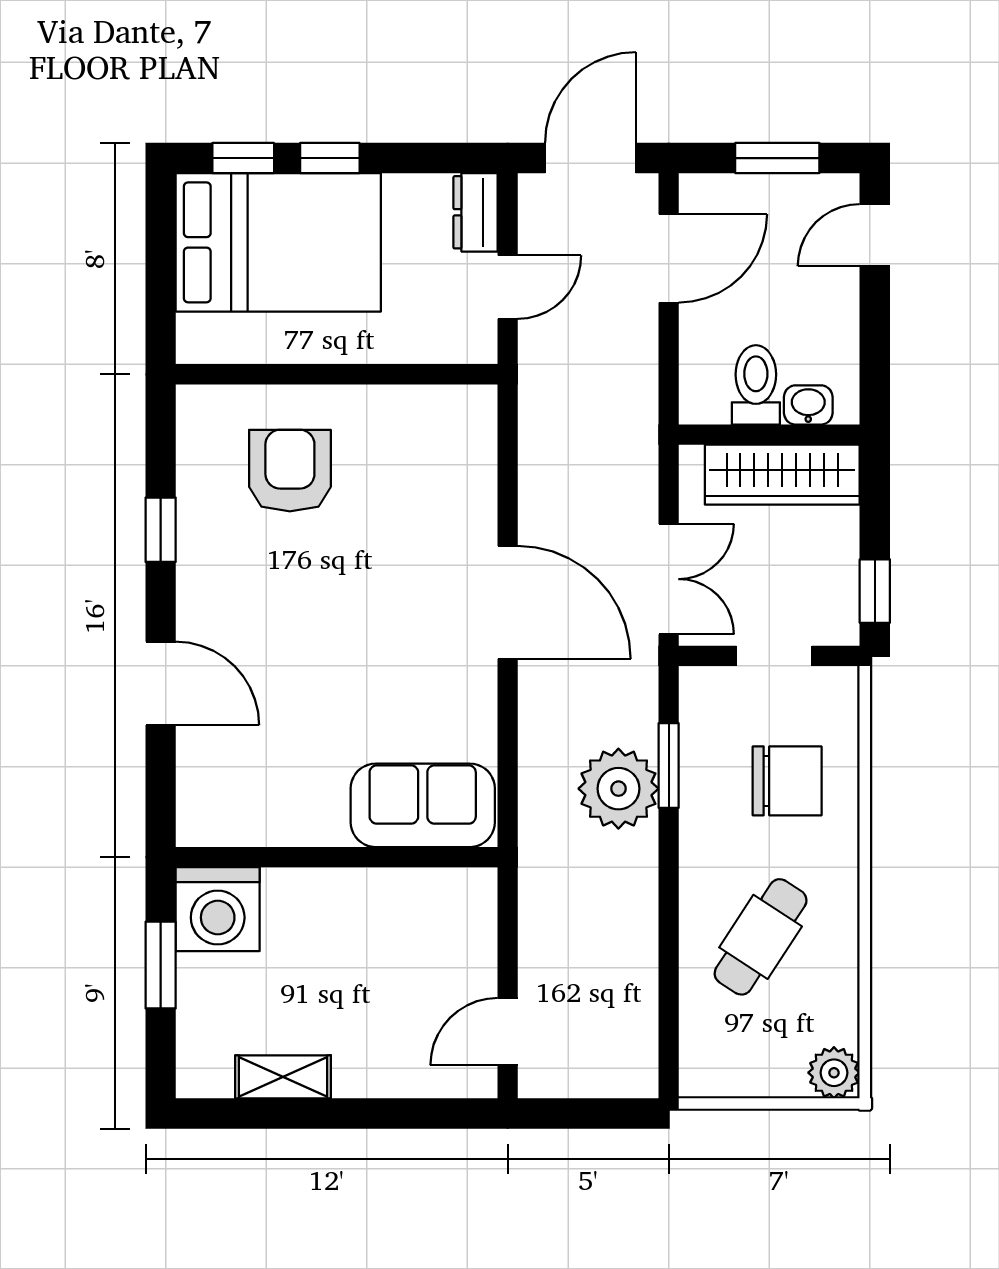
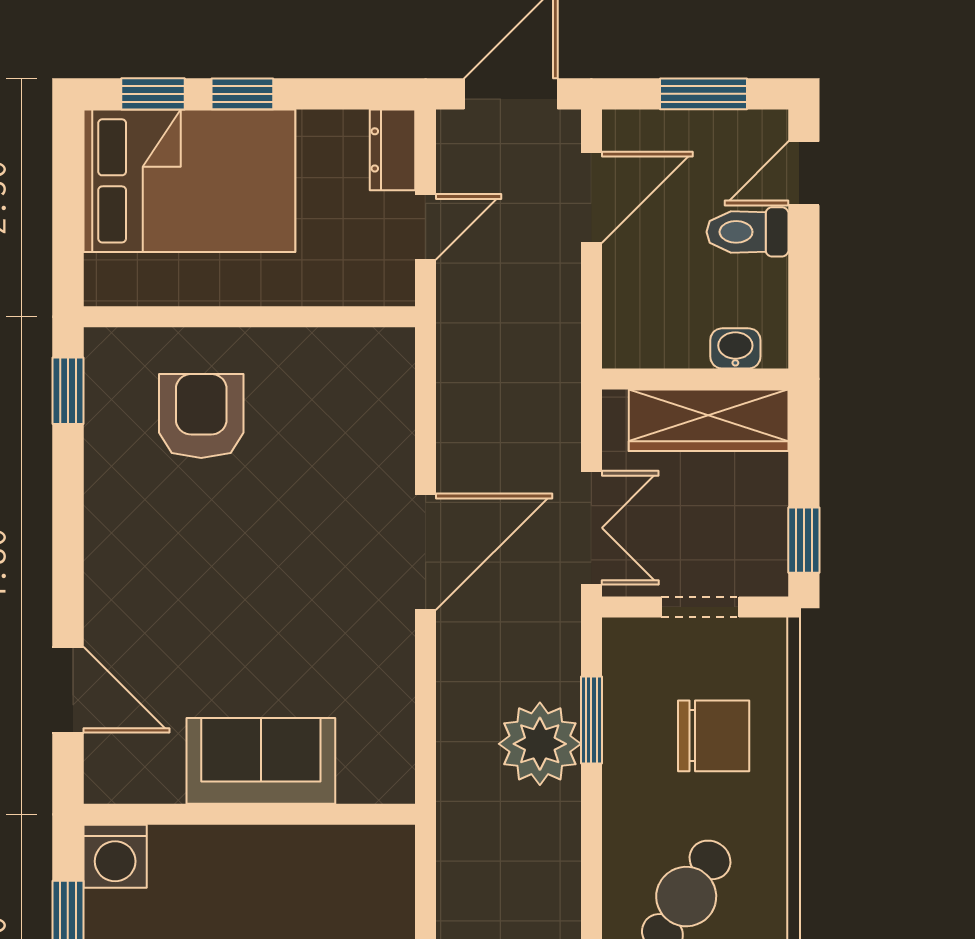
toilet: (756, 385) -> (748, 232), moved, turned -90
window: (161, 530) -> (68, 391), moved
door: (508, 602) -> (426, 552), hinge flipped
door: (161, 683) -> (68, 690), moved
sofa: (423, 805) -> (261, 761), moved
washing machine: (218, 909) -> (115, 856), width x0.73, depth x0.73

